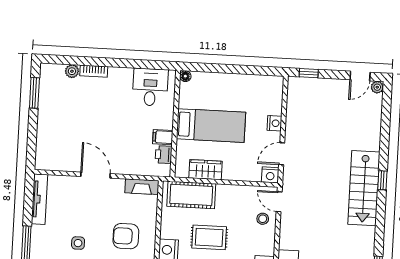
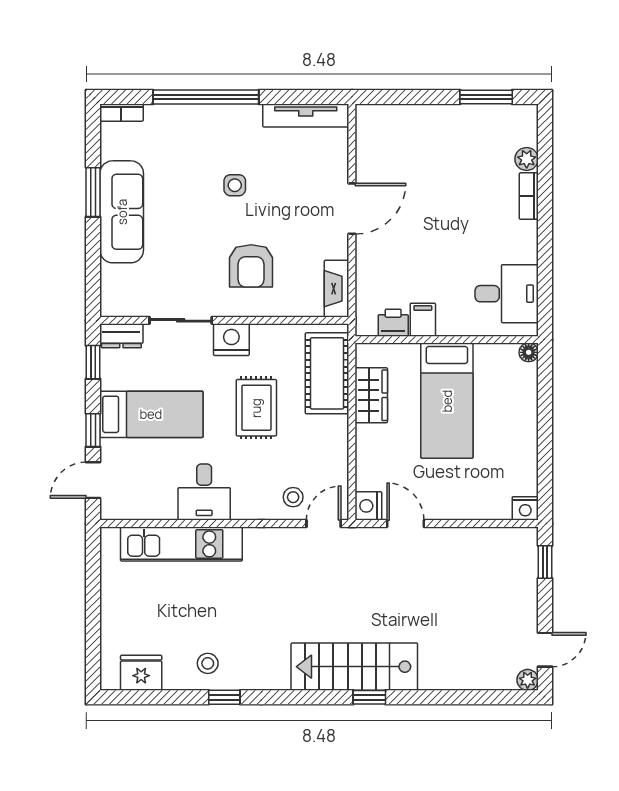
door: (360, 76) -> (545, 650), swing flipped
nightstand: (274, 123) -> (525, 508), moved
armchair: (126, 236) -> (251, 266), turned 180

